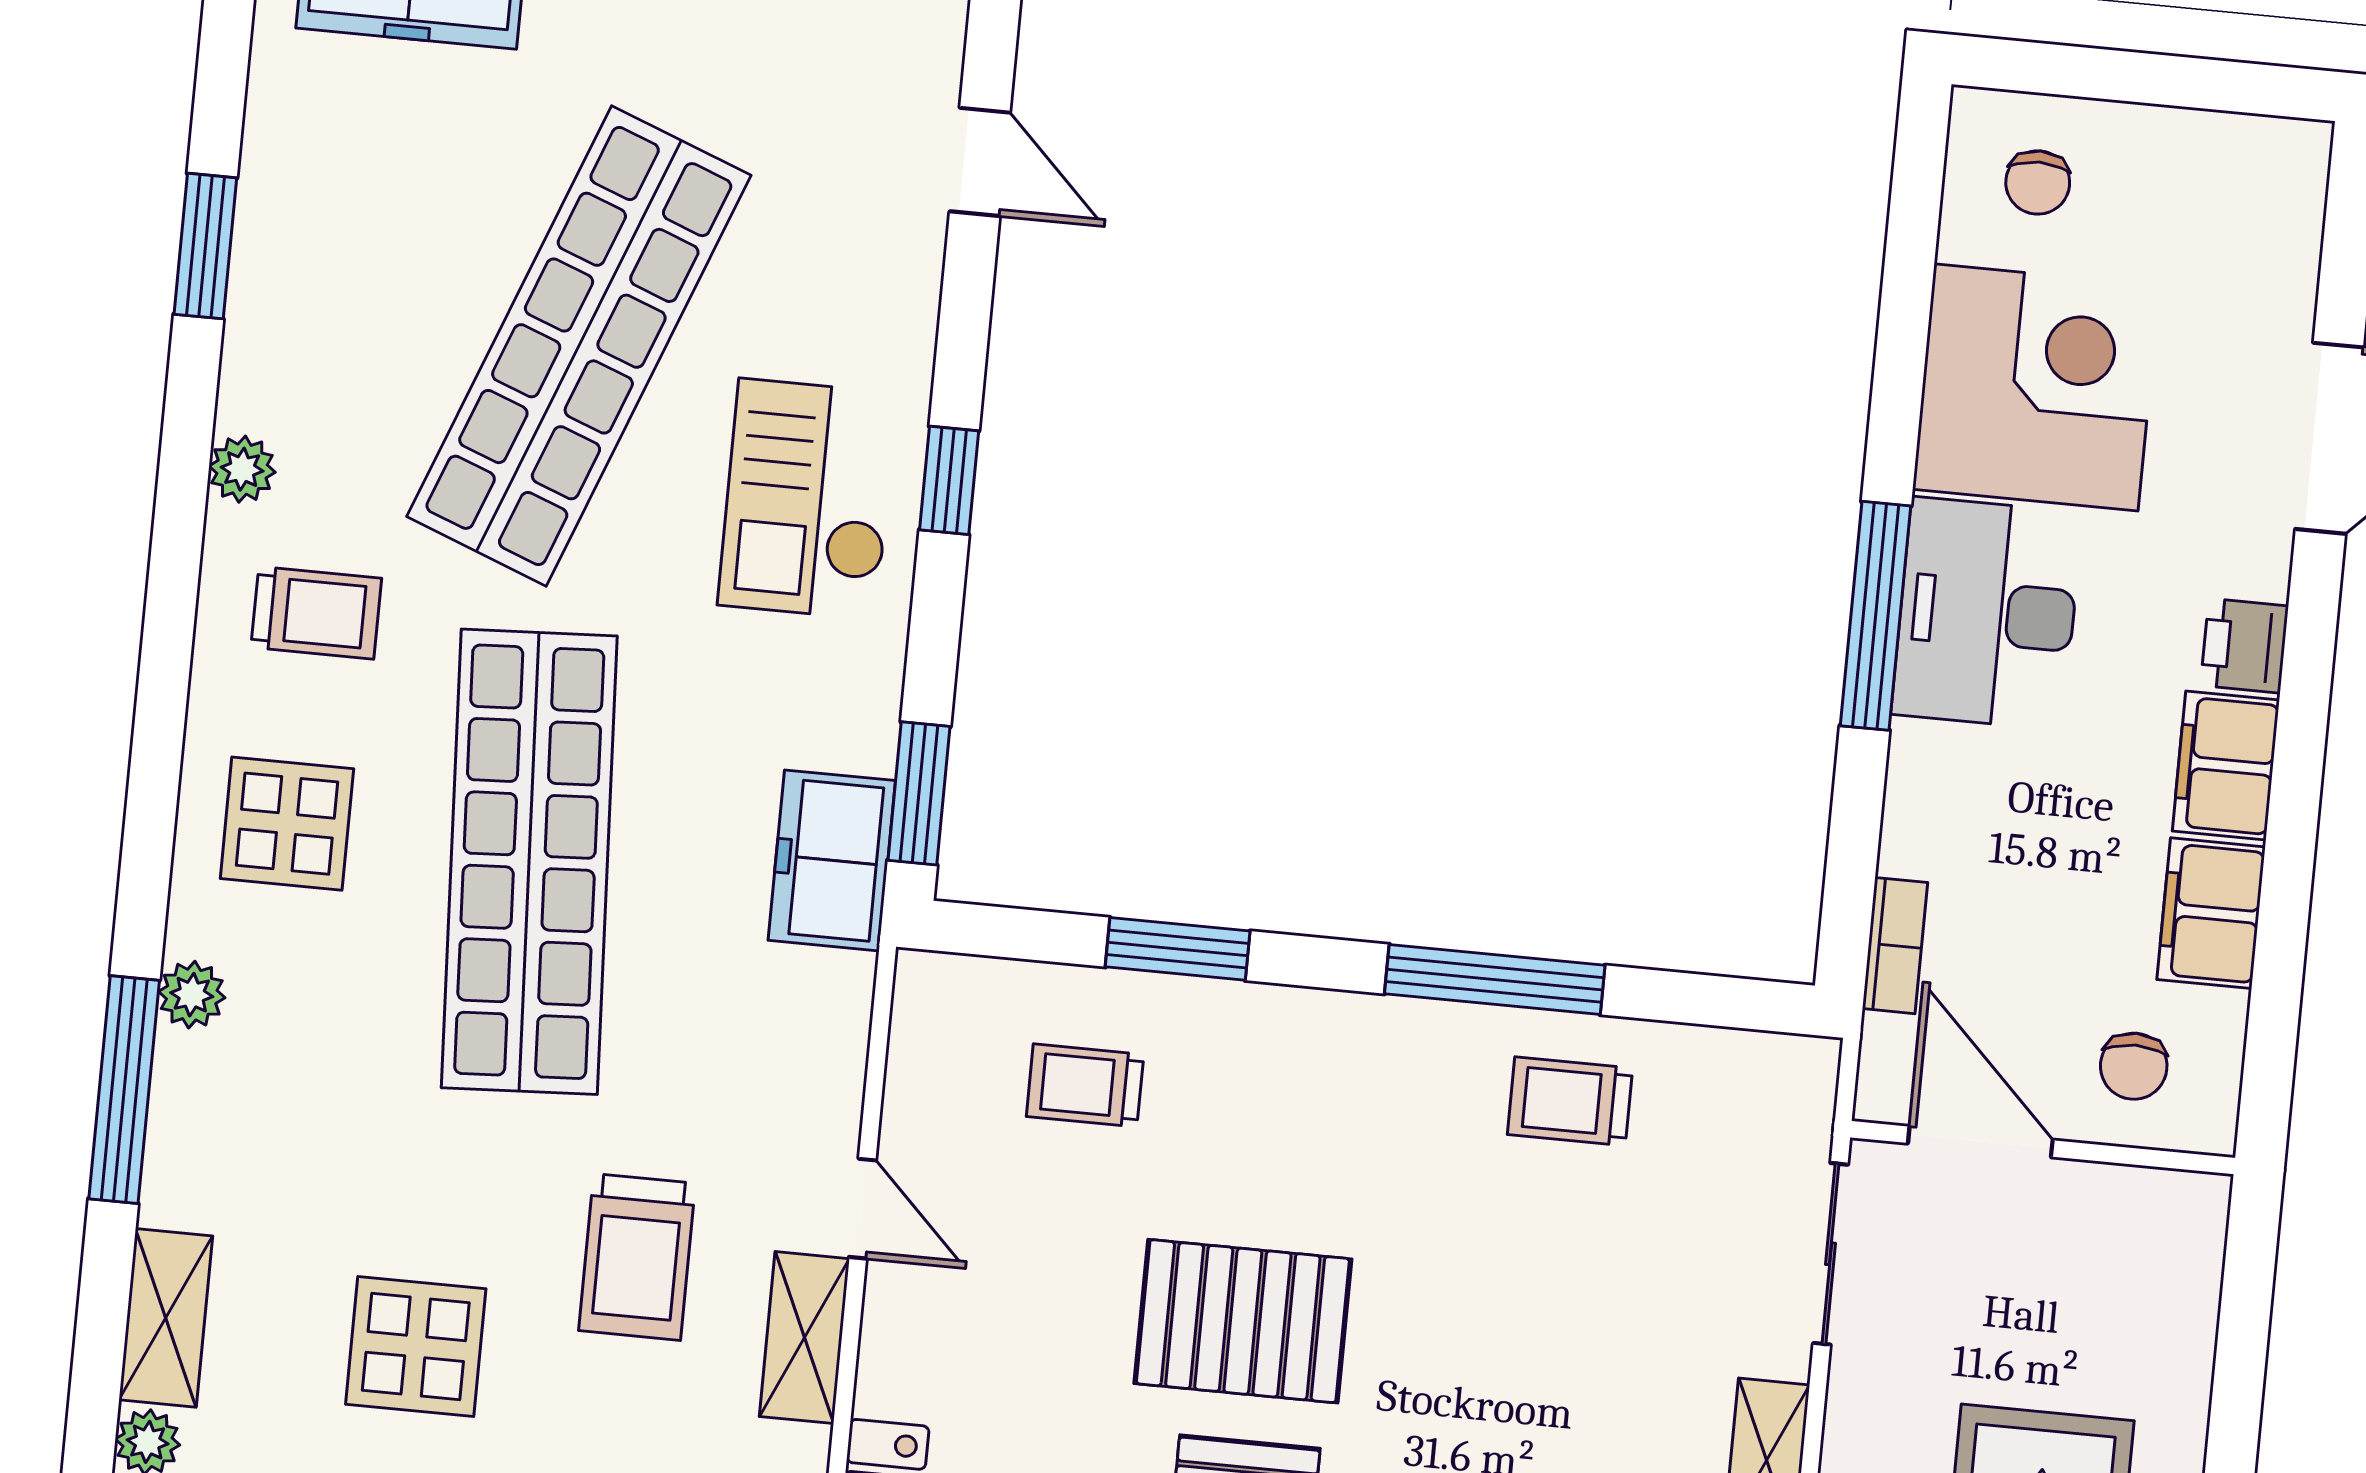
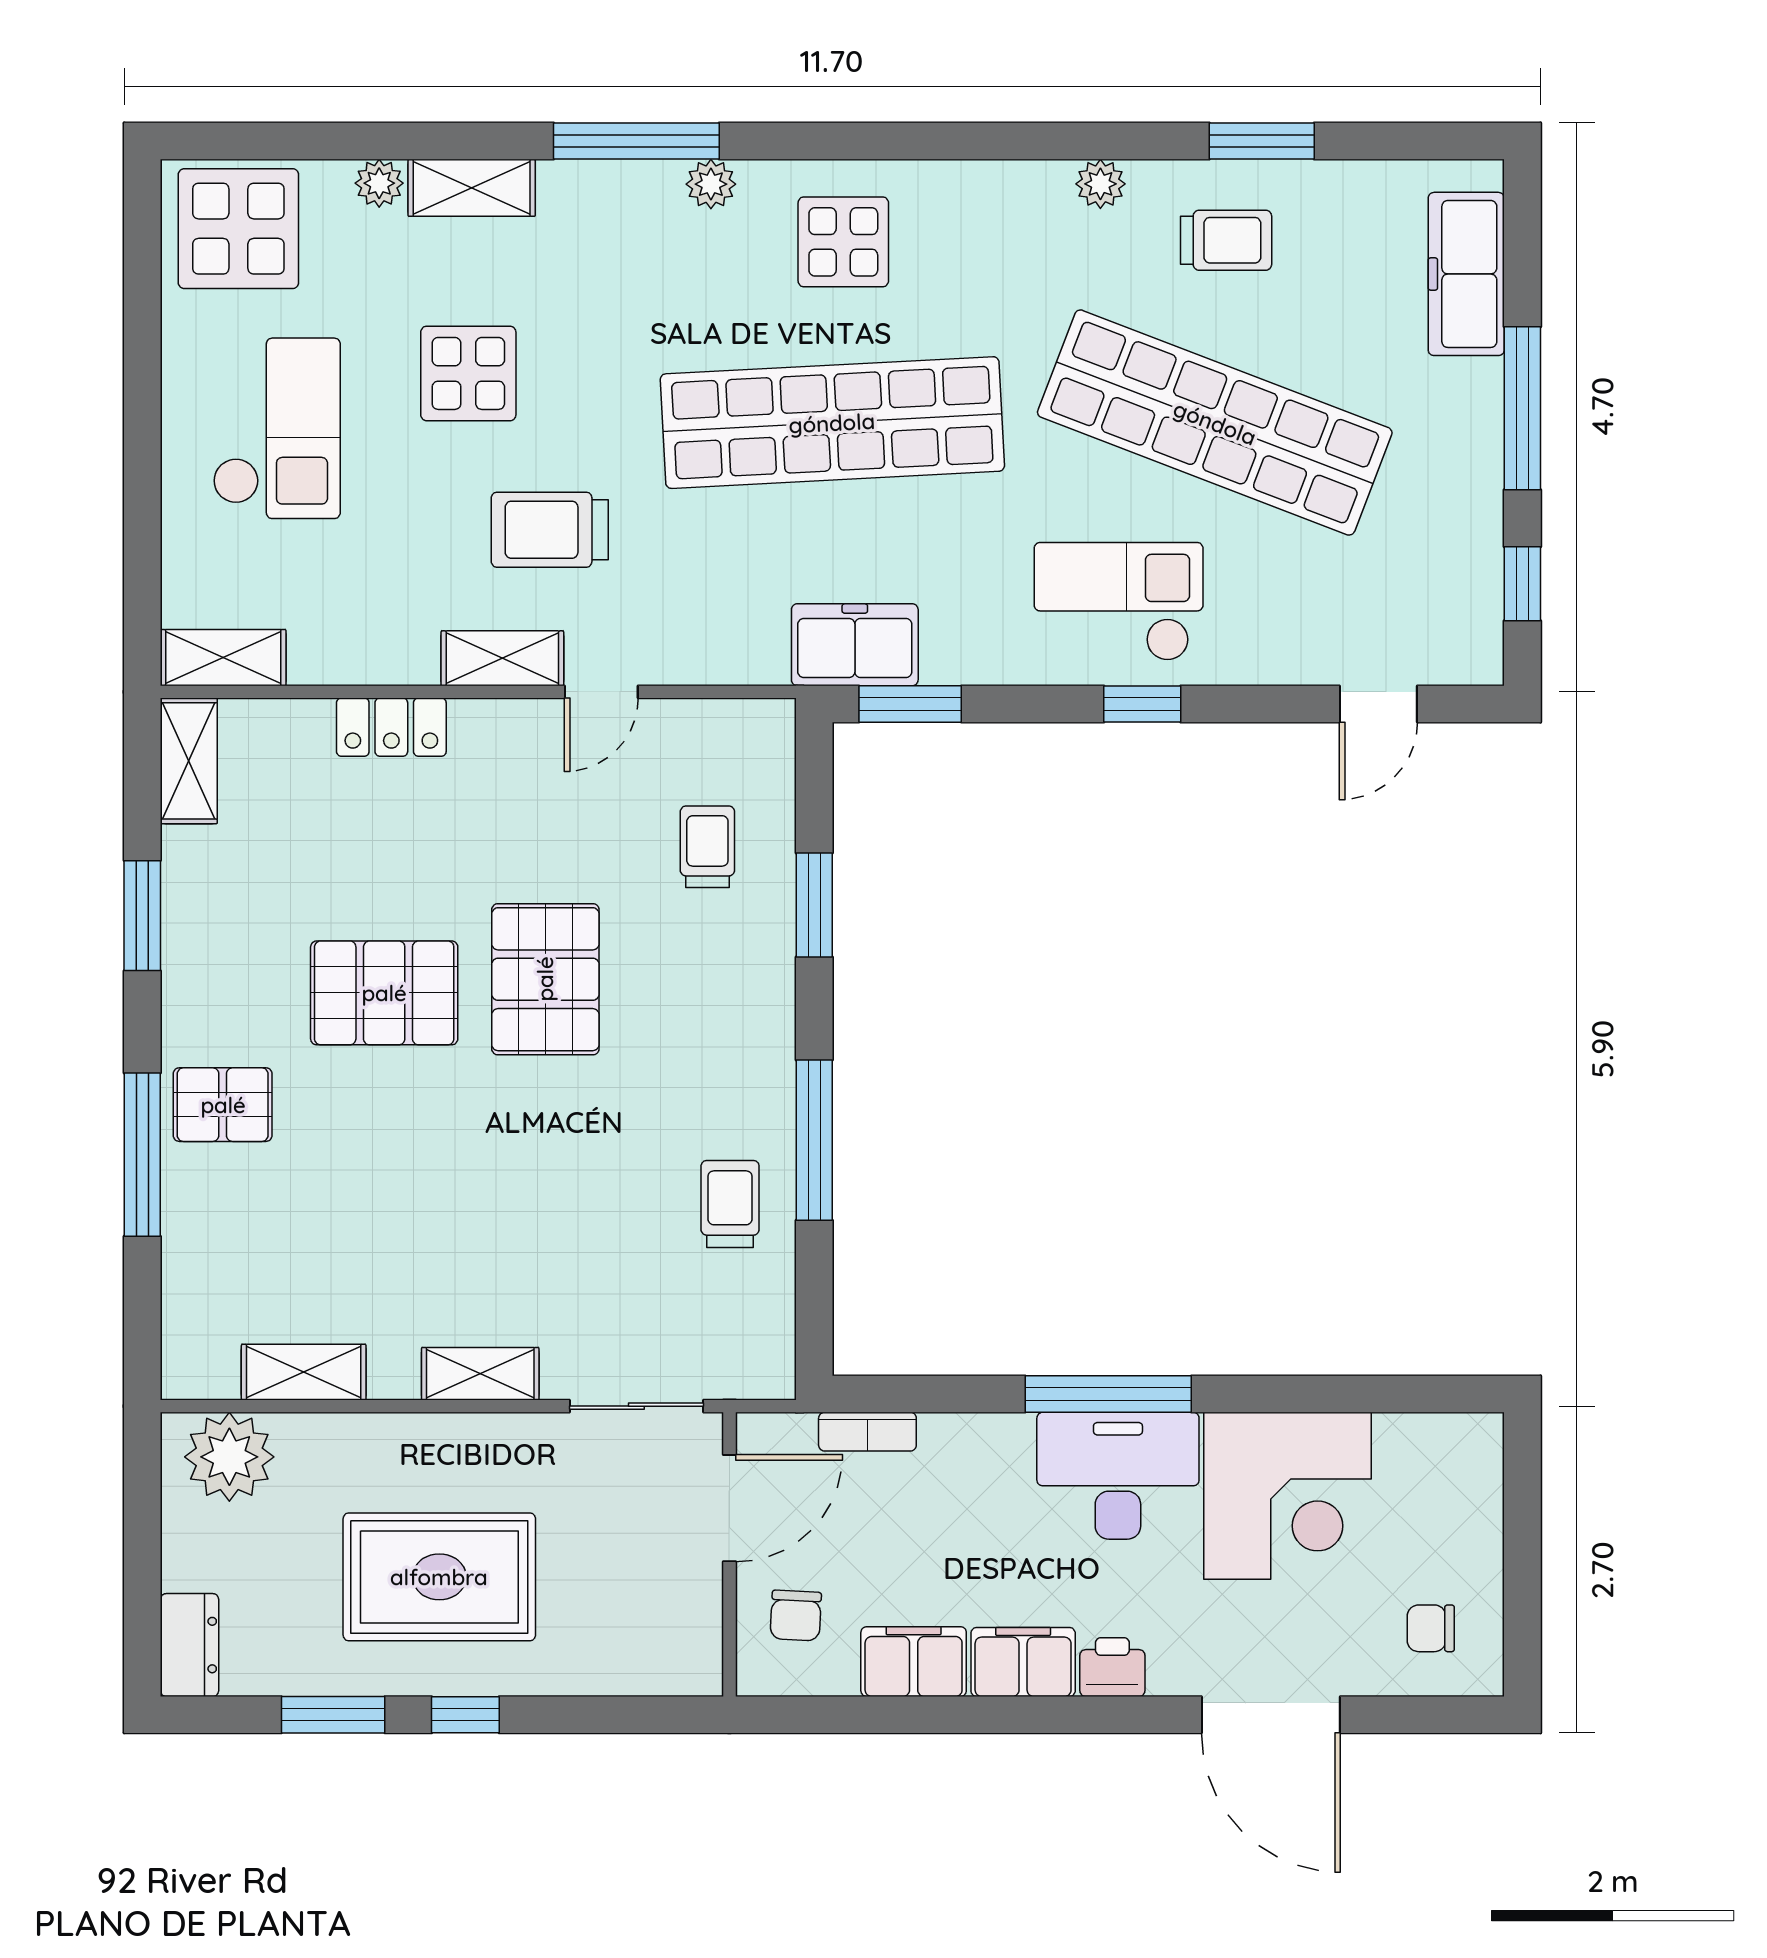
chair: (2038, 182) -> (1431, 1628), moved
trolley: (316, 613) -> (1226, 240), moved, turned -90
chair: (2134, 1066) -> (796, 1616), turned -87

